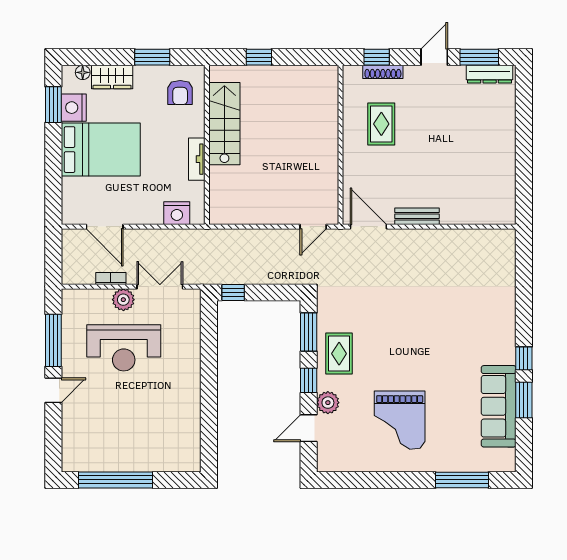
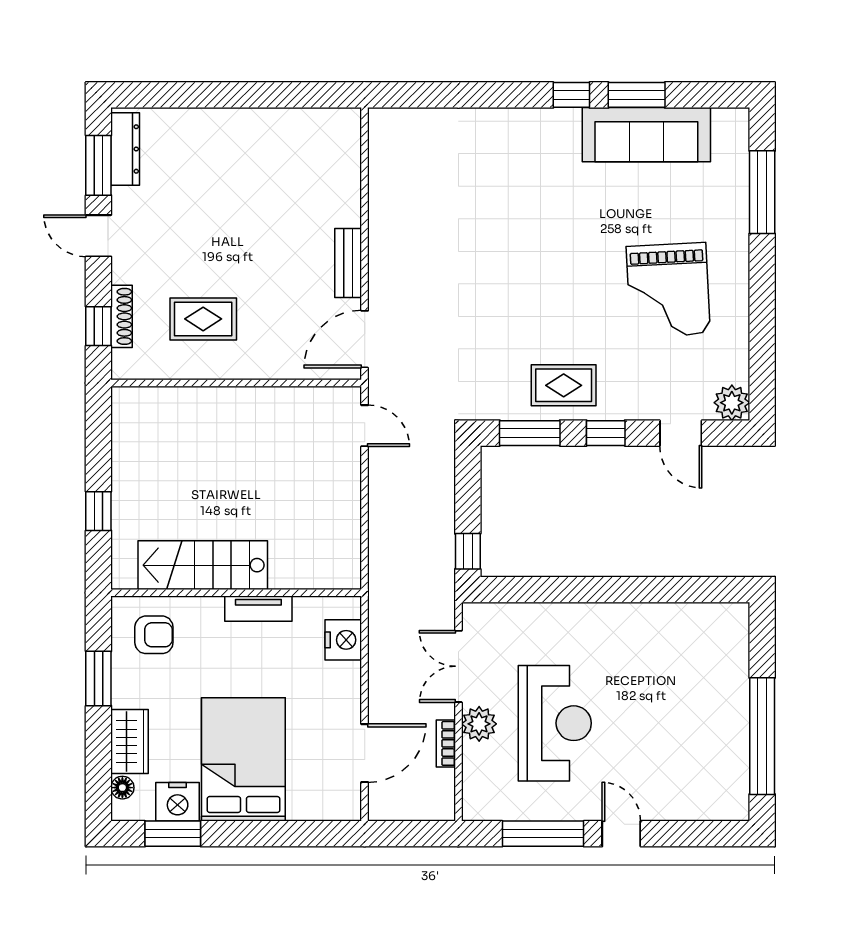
plant: (328, 403) -> (732, 403), moved
grand piano: (400, 420) -> (668, 290), turned 87

